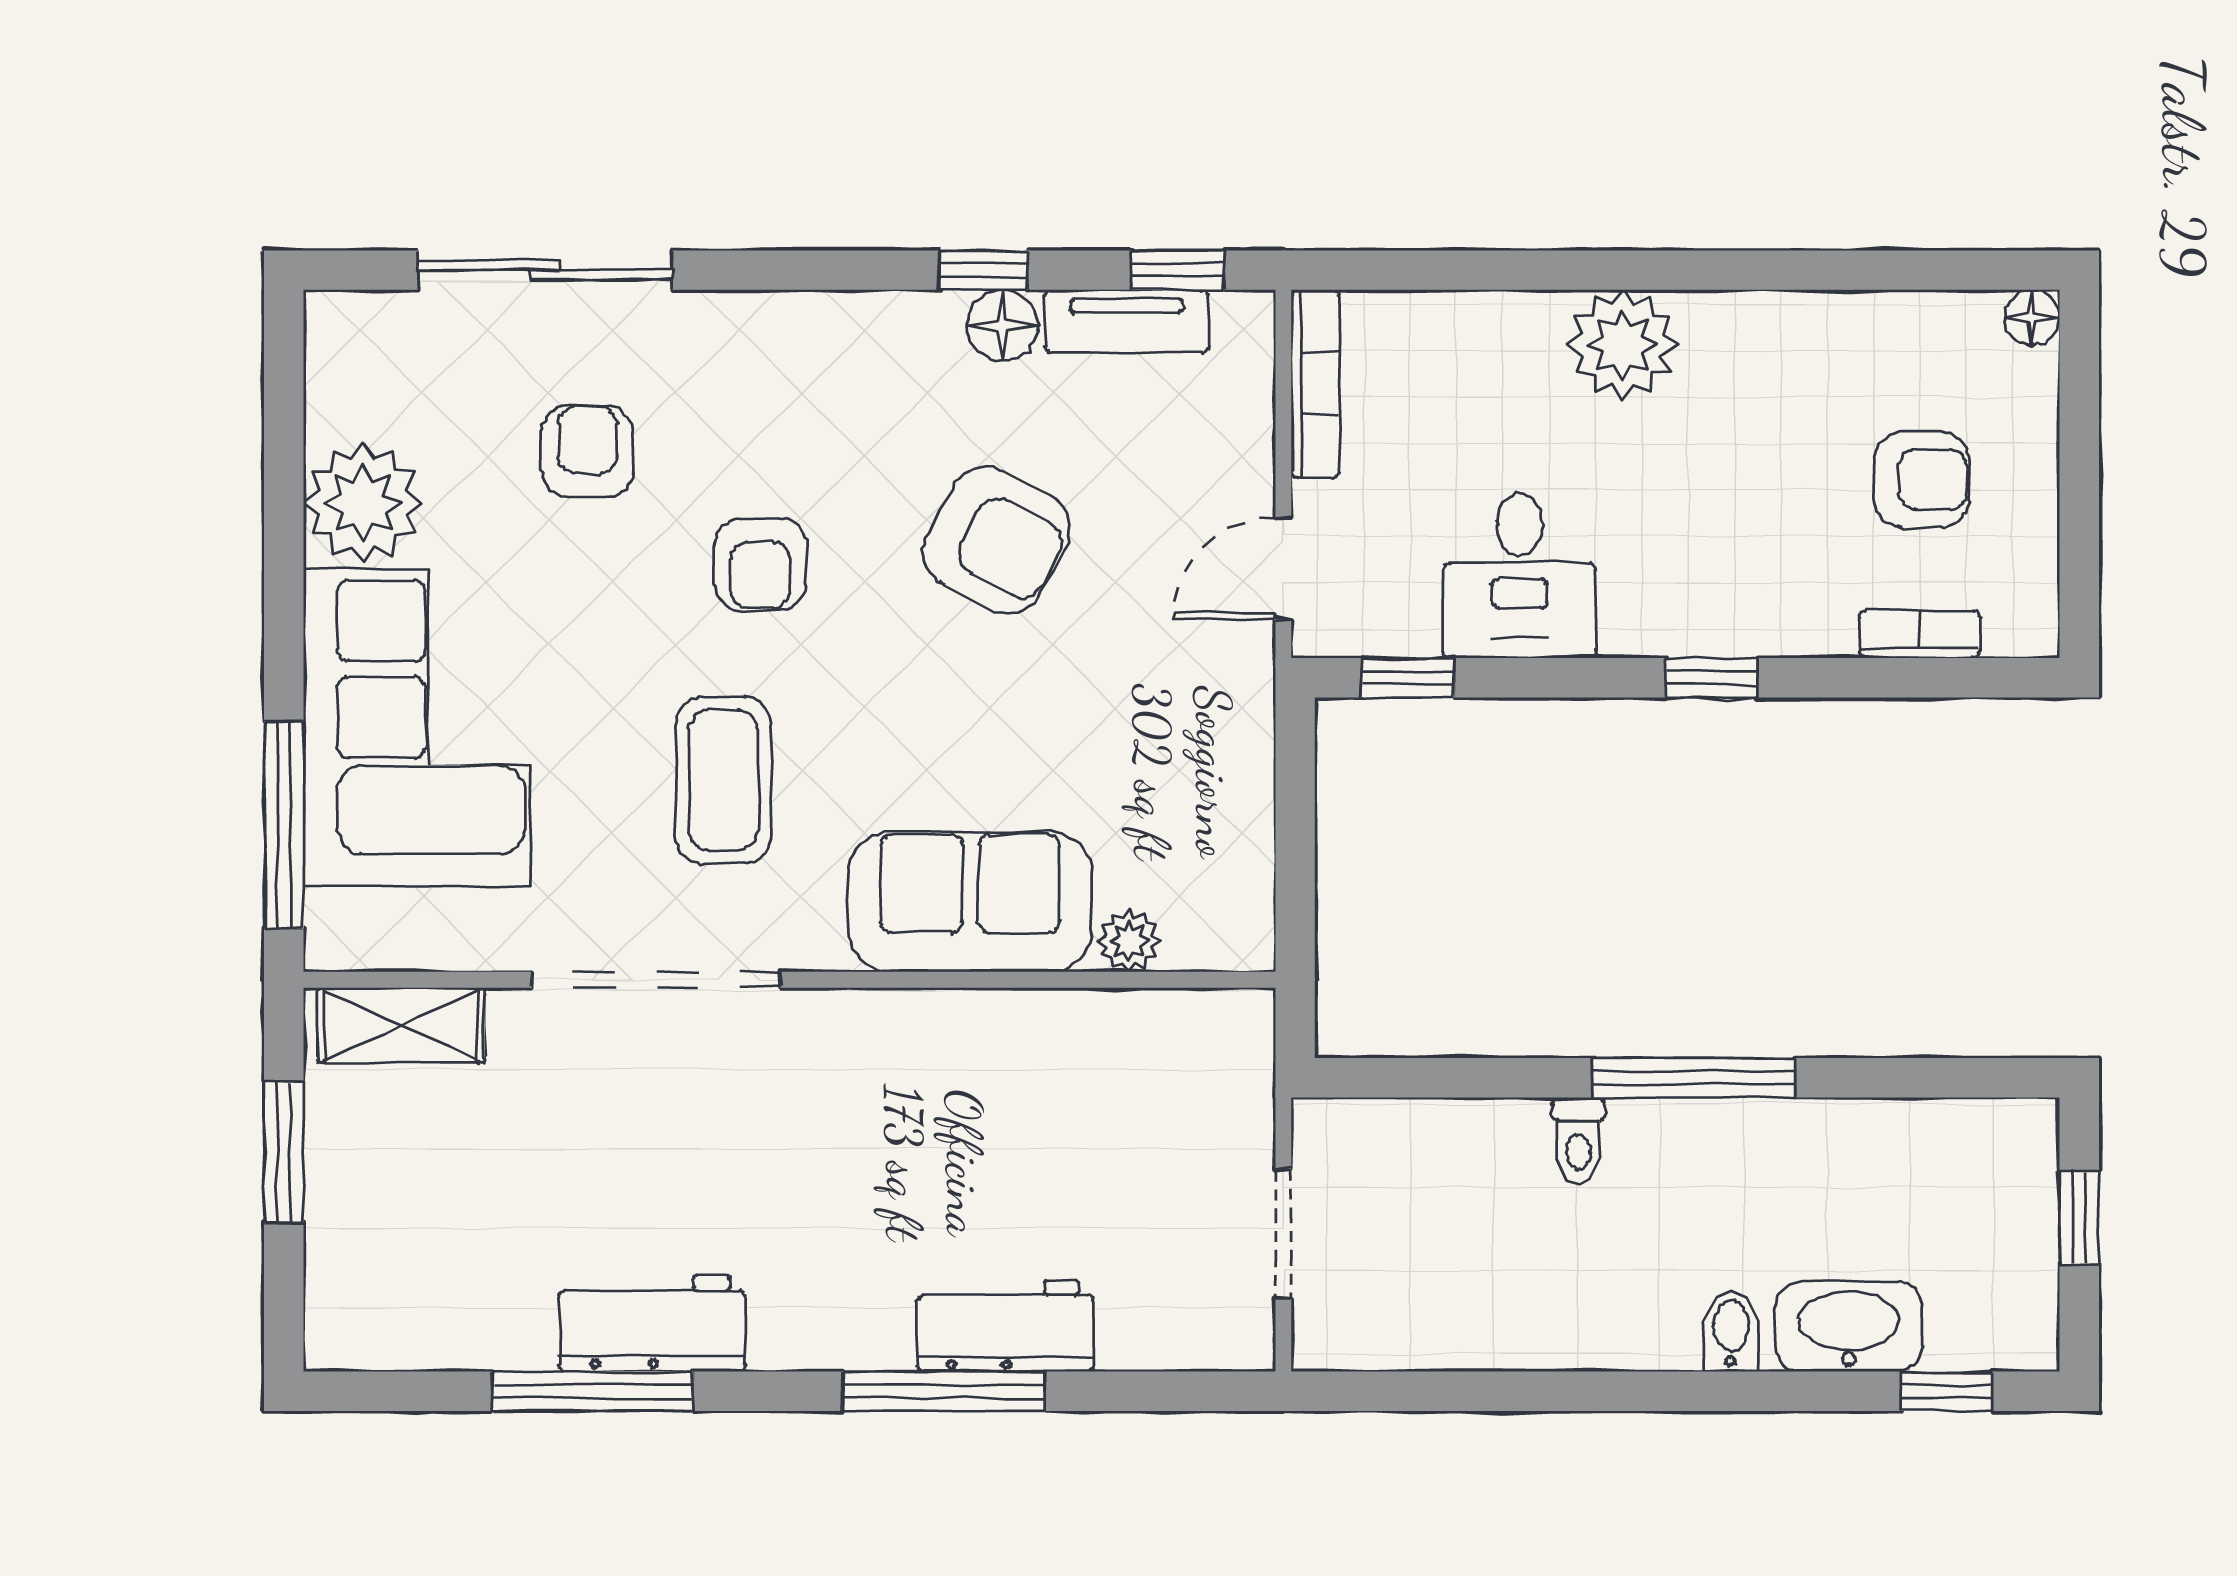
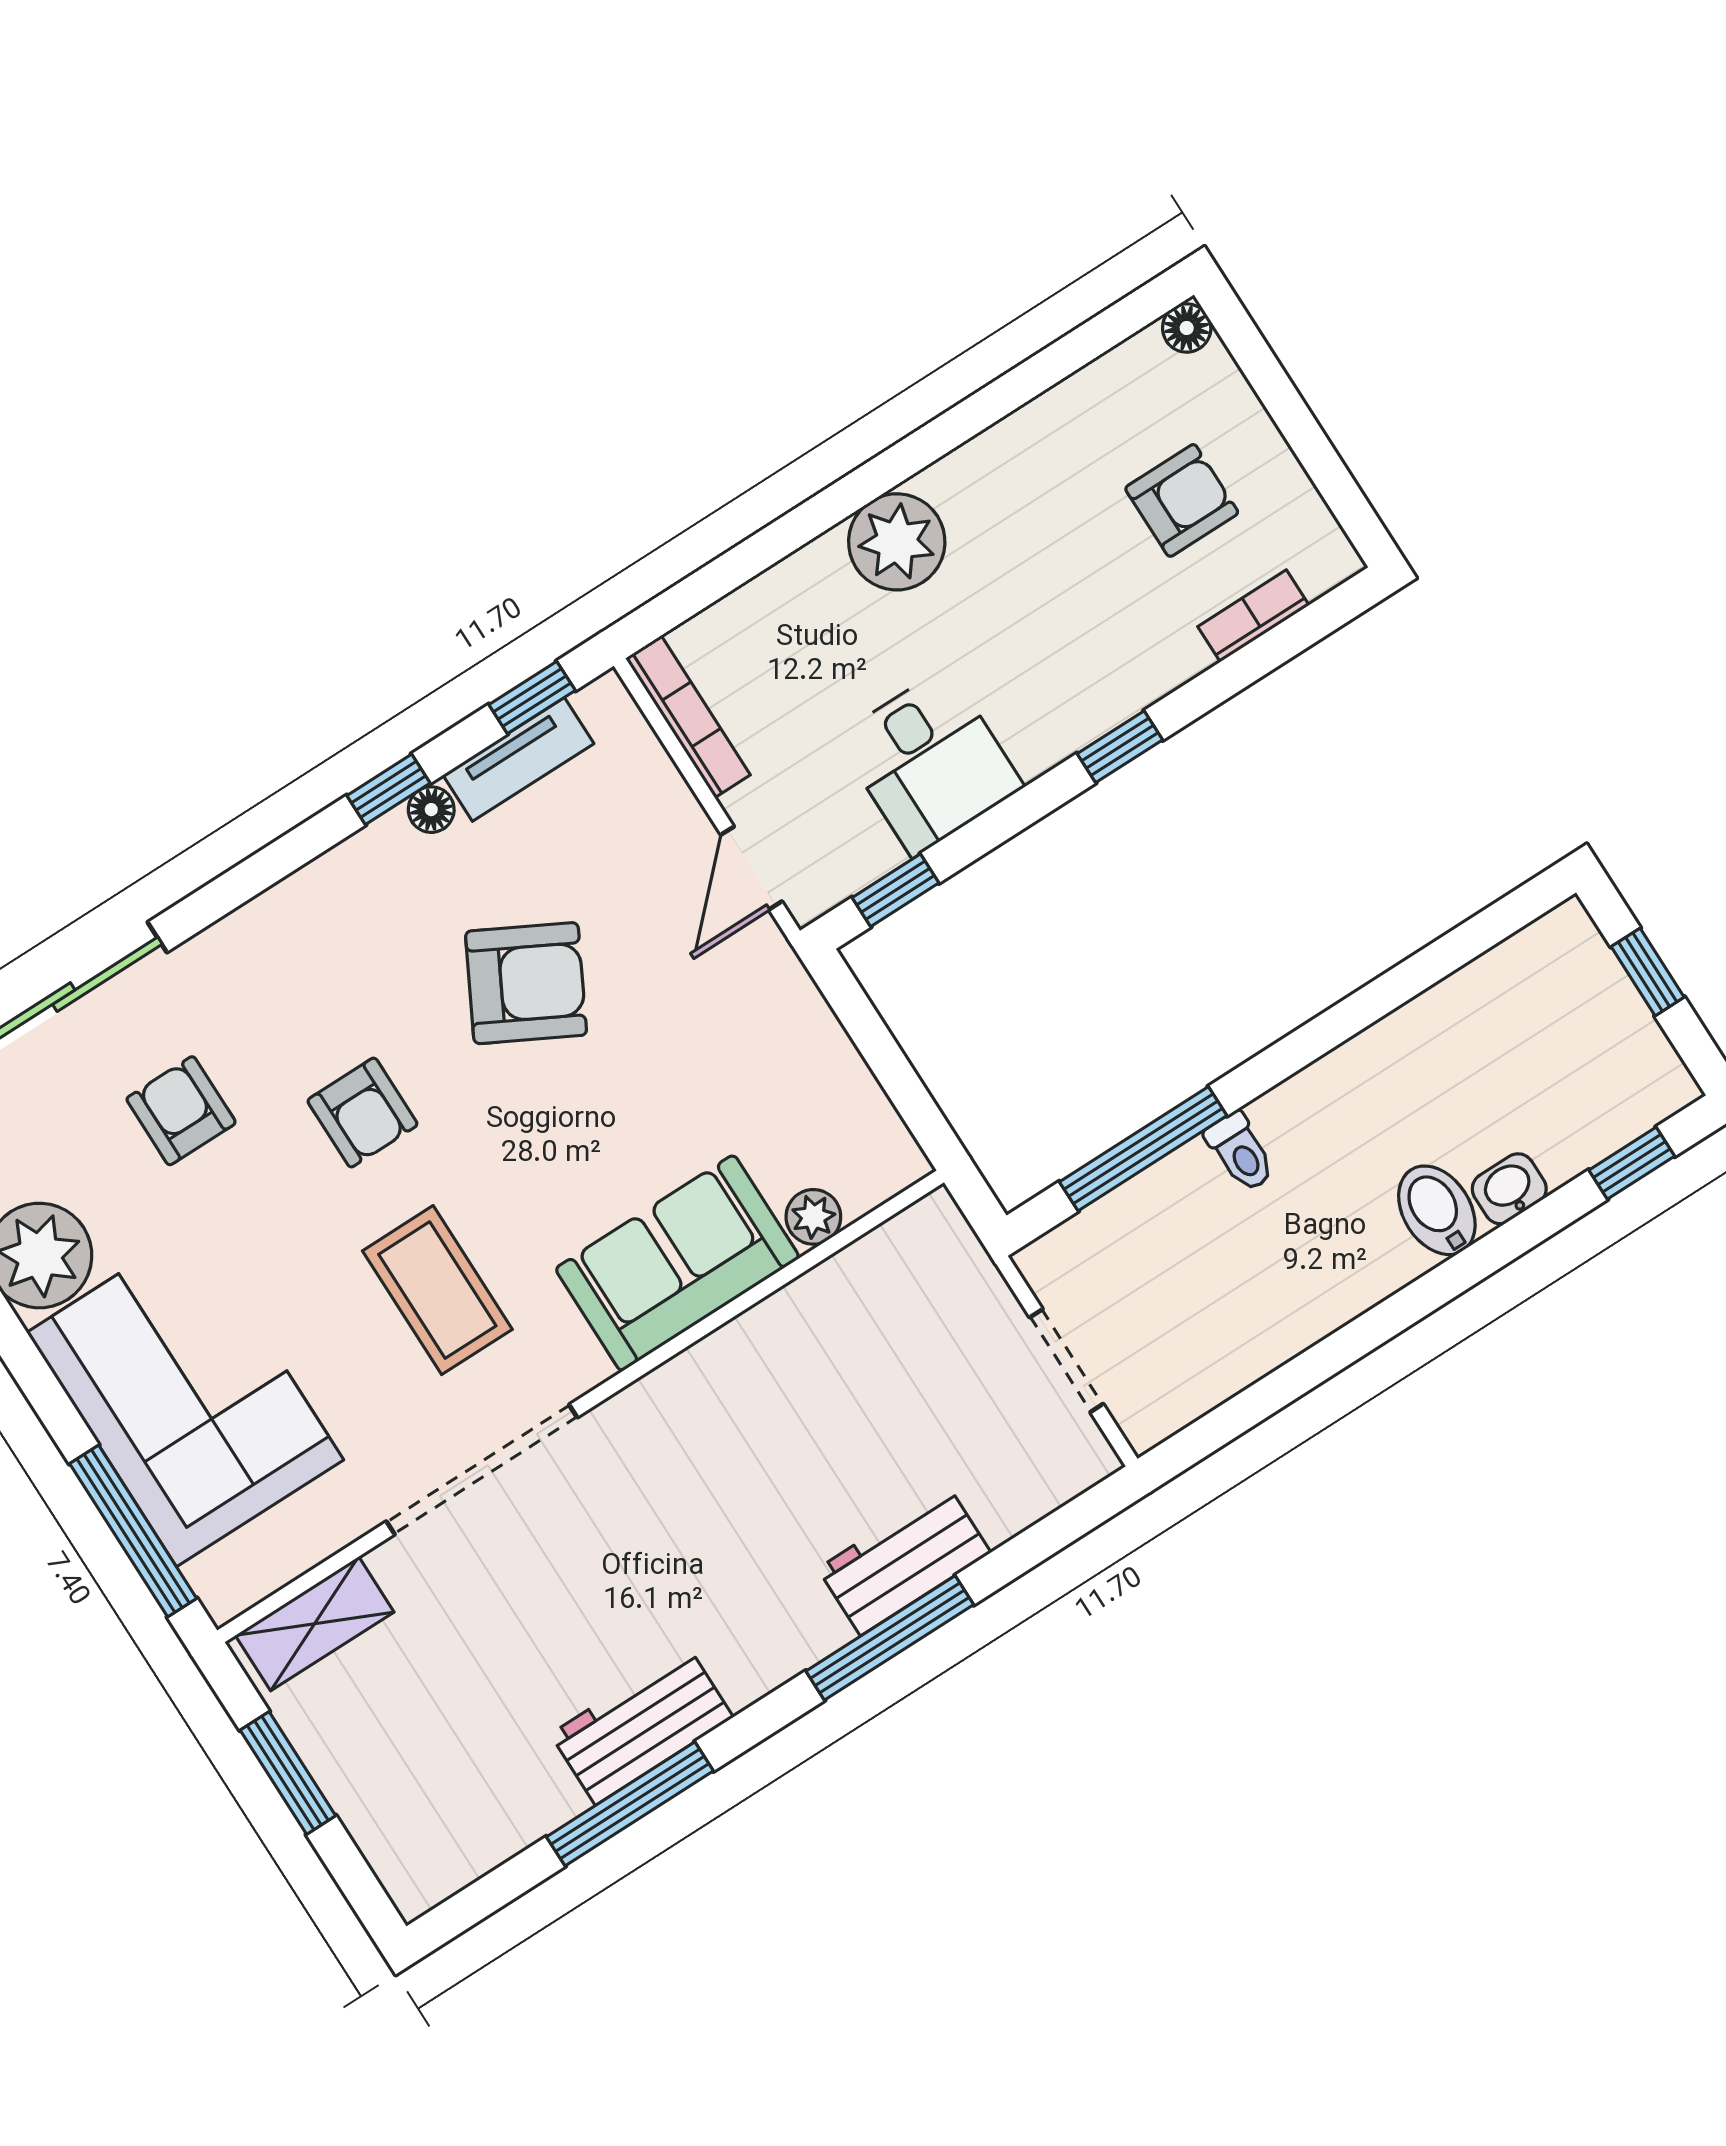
floor lamp: (1003, 325) -> (431, 810), width x0.73, depth x0.73
window: (1694, 1078) -> (1143, 1149), moved
washbasin: (1849, 1327) -> (1509, 1189), width x0.52, depth x0.69
bidet: (1731, 1331) -> (1437, 1210), width x1.38, depth x1.36

